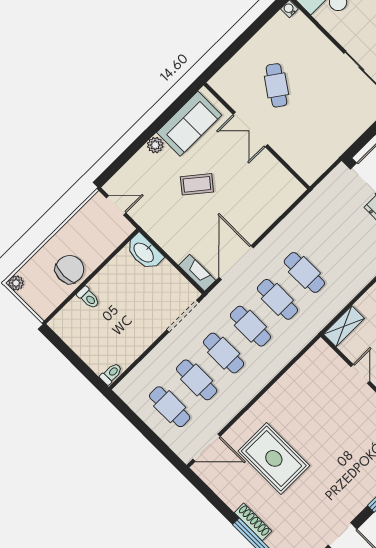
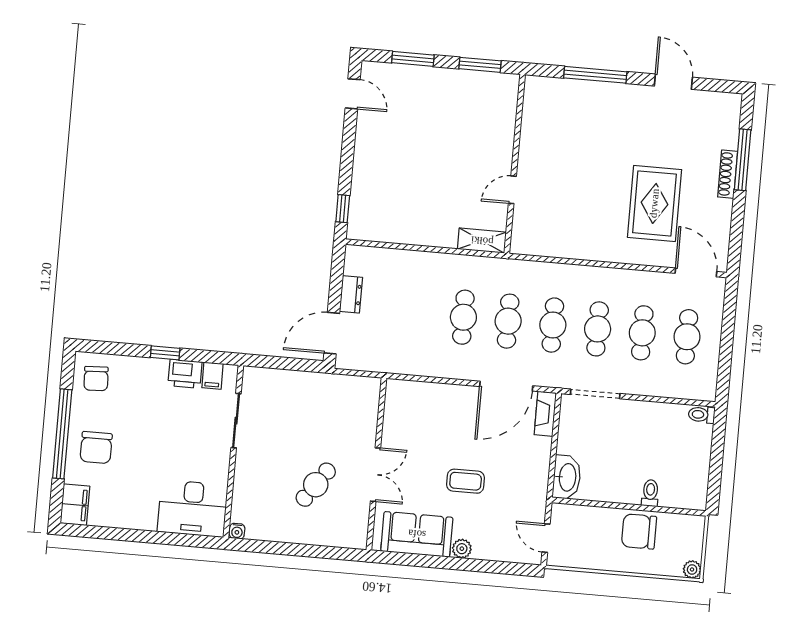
coffee table: (197, 184) -> (466, 481), turned -39

